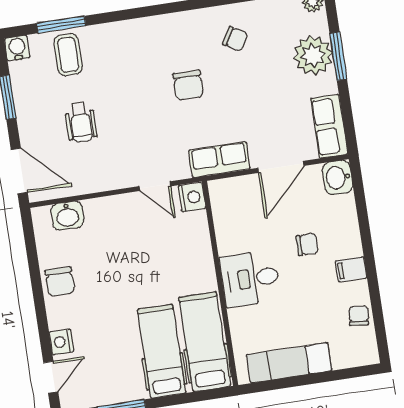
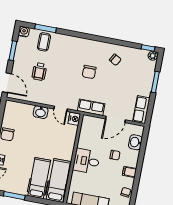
plant: (313, 55) -> (145, 78), removed
washbasin: (338, 177) -> (135, 142), moved
washbasin: (67, 216) -> (41, 112), moved

